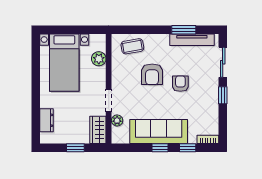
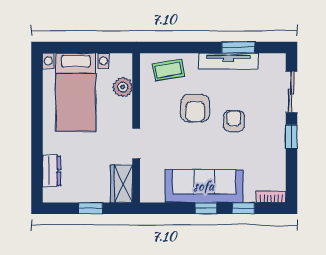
tv unit: (192, 40) -> (229, 61), moved
plant: (117, 120) -> (148, 171), removed

